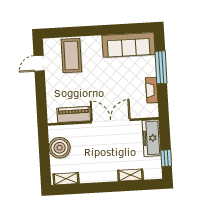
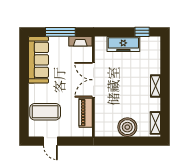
piano: (74, 114) -> (86, 113), moved
wall: (103, 121) -> (93, 87), moved
double door: (111, 121) -> (93, 80), moved
shelving: (130, 175) -> (156, 86), moved

